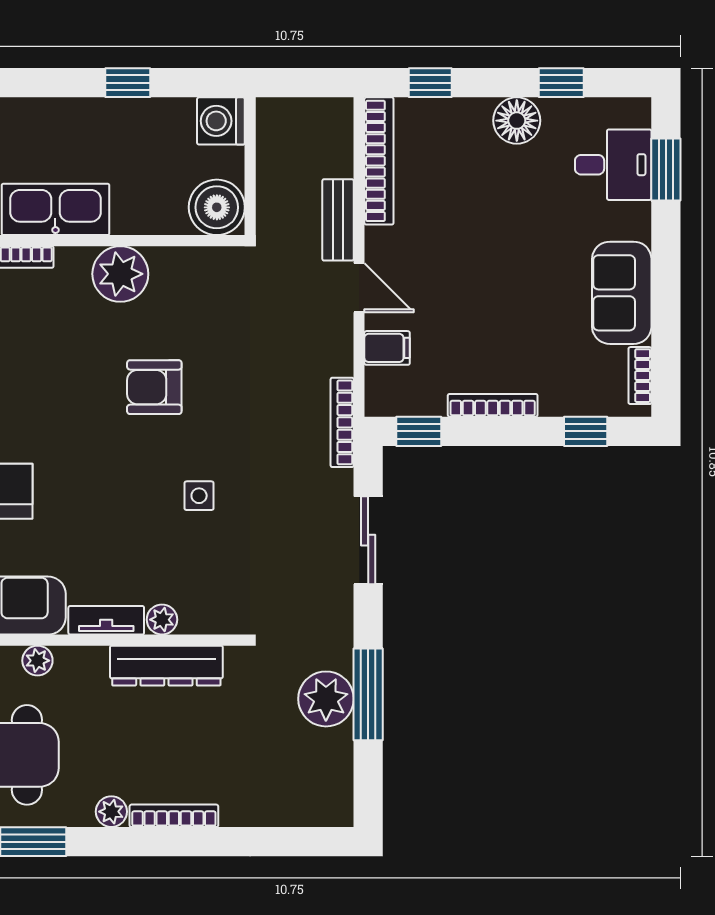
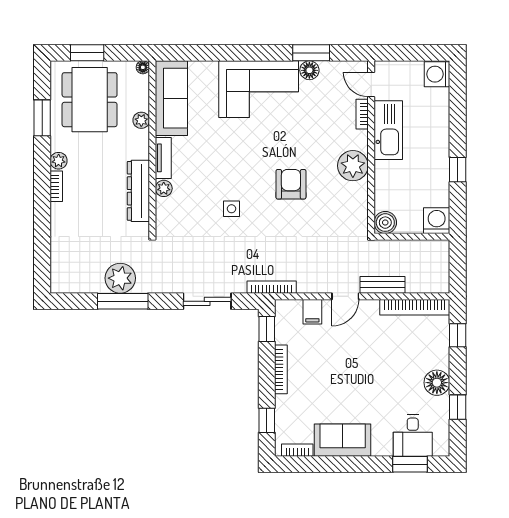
boiler: (217, 207) -> (385, 223), width x0.73, depth x0.73
bookcase: (174, 816) -> (56, 186), width x0.64

